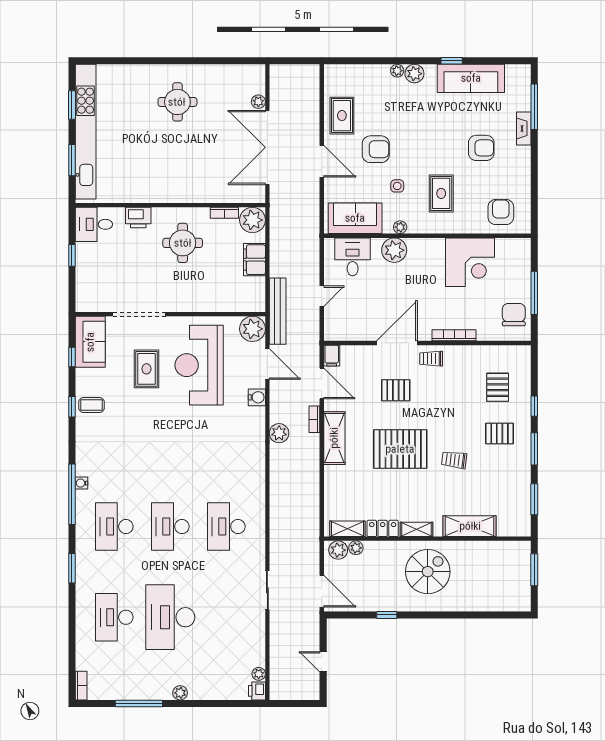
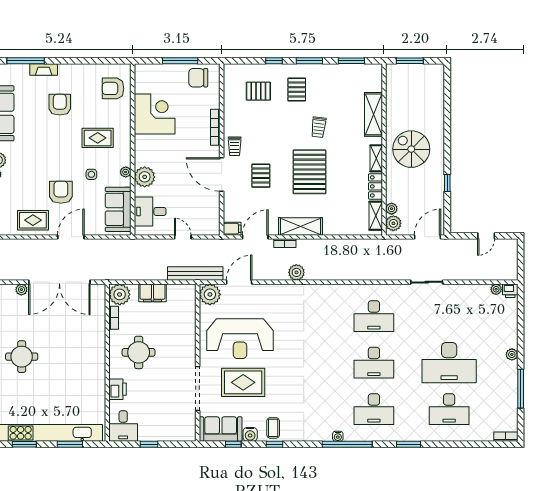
rug: (146, 369) -> (243, 382), width x1.36, depth x1.43
water cooler: (257, 397) -> (250, 434), moved, turned 180

